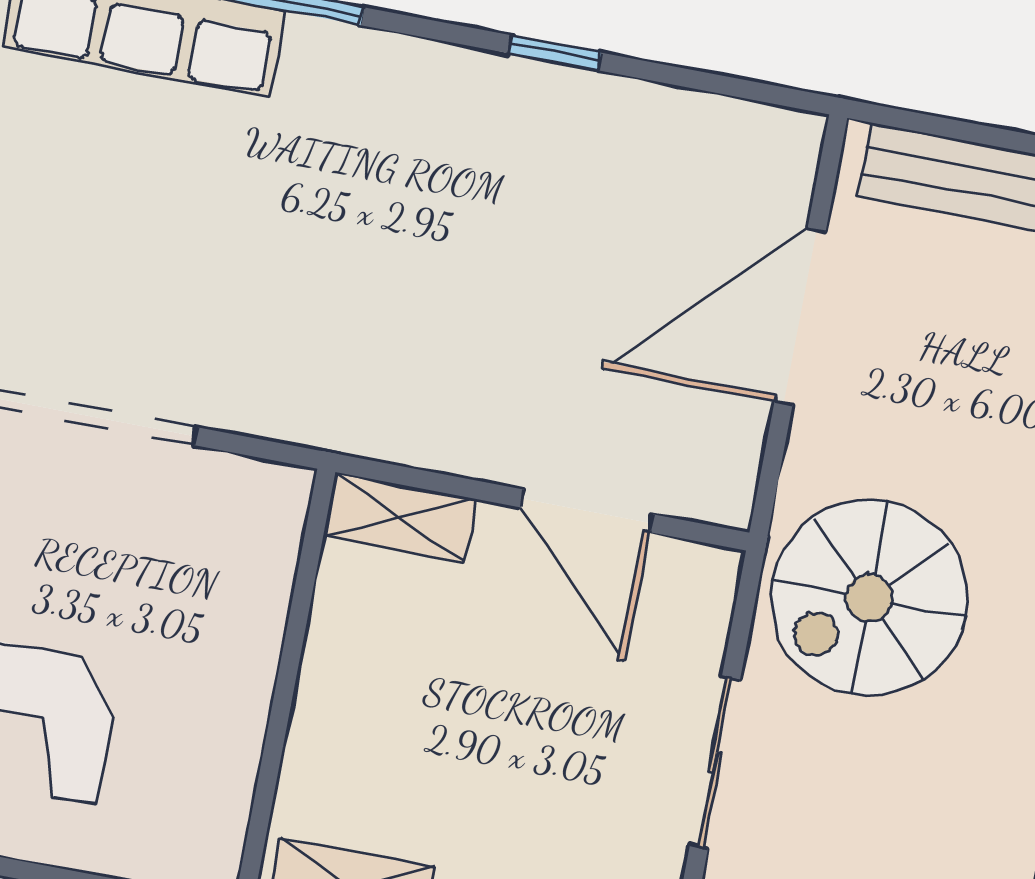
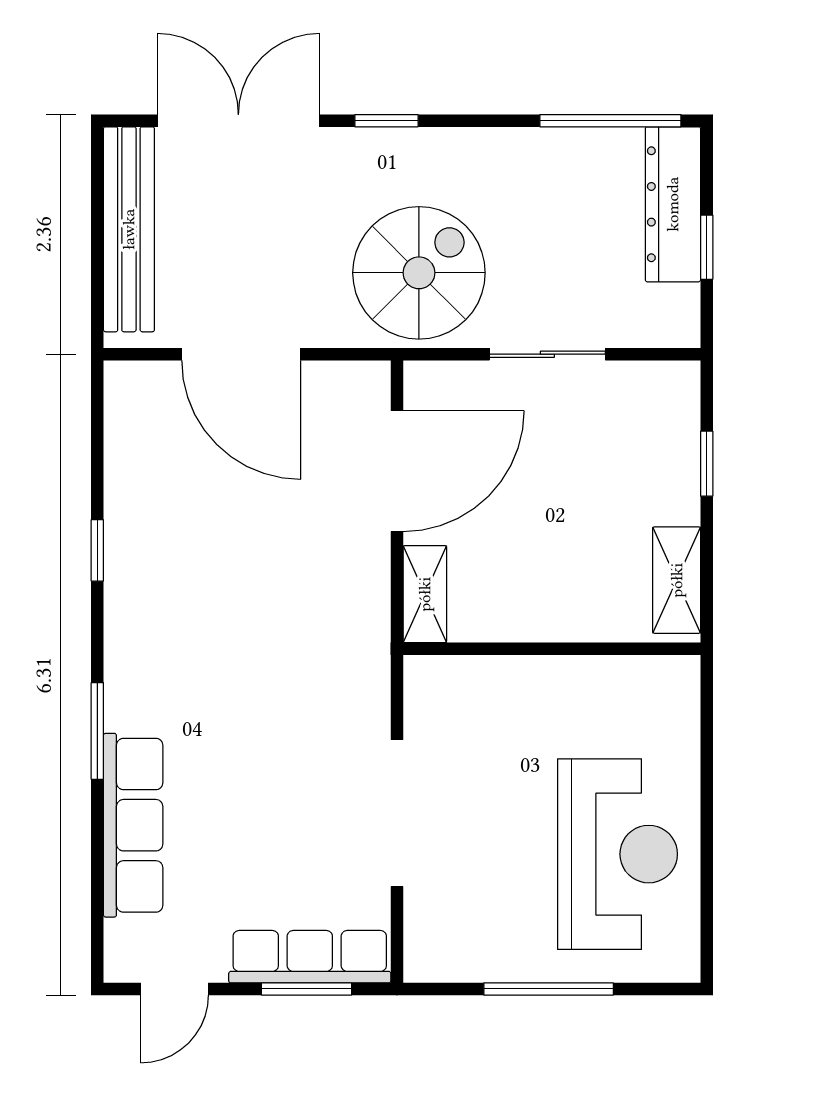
door: (587, 511) -> (397, 471), width x1.36
spiral stairs: (869, 598) -> (419, 273), turned -90

